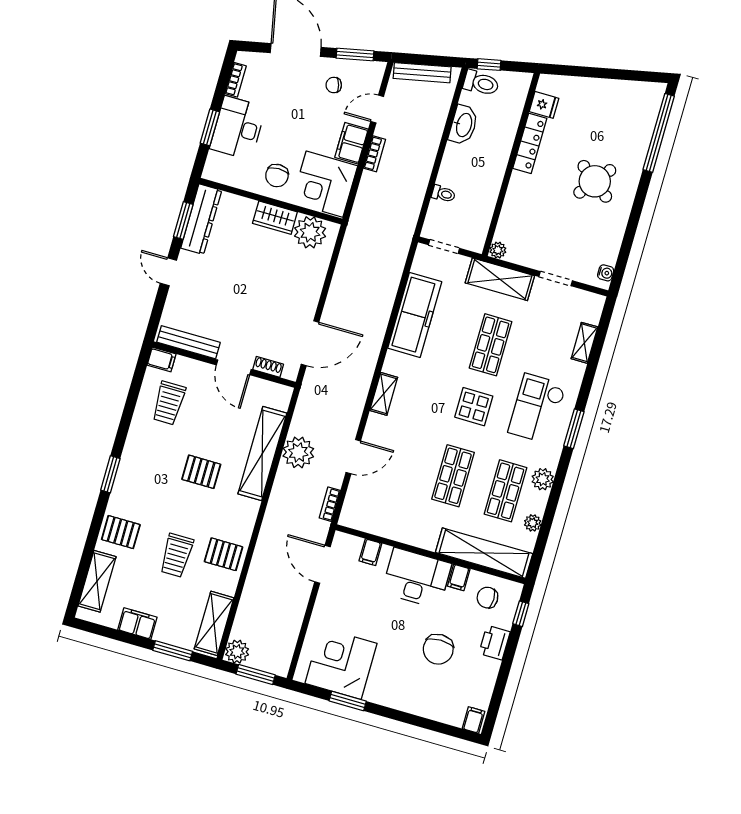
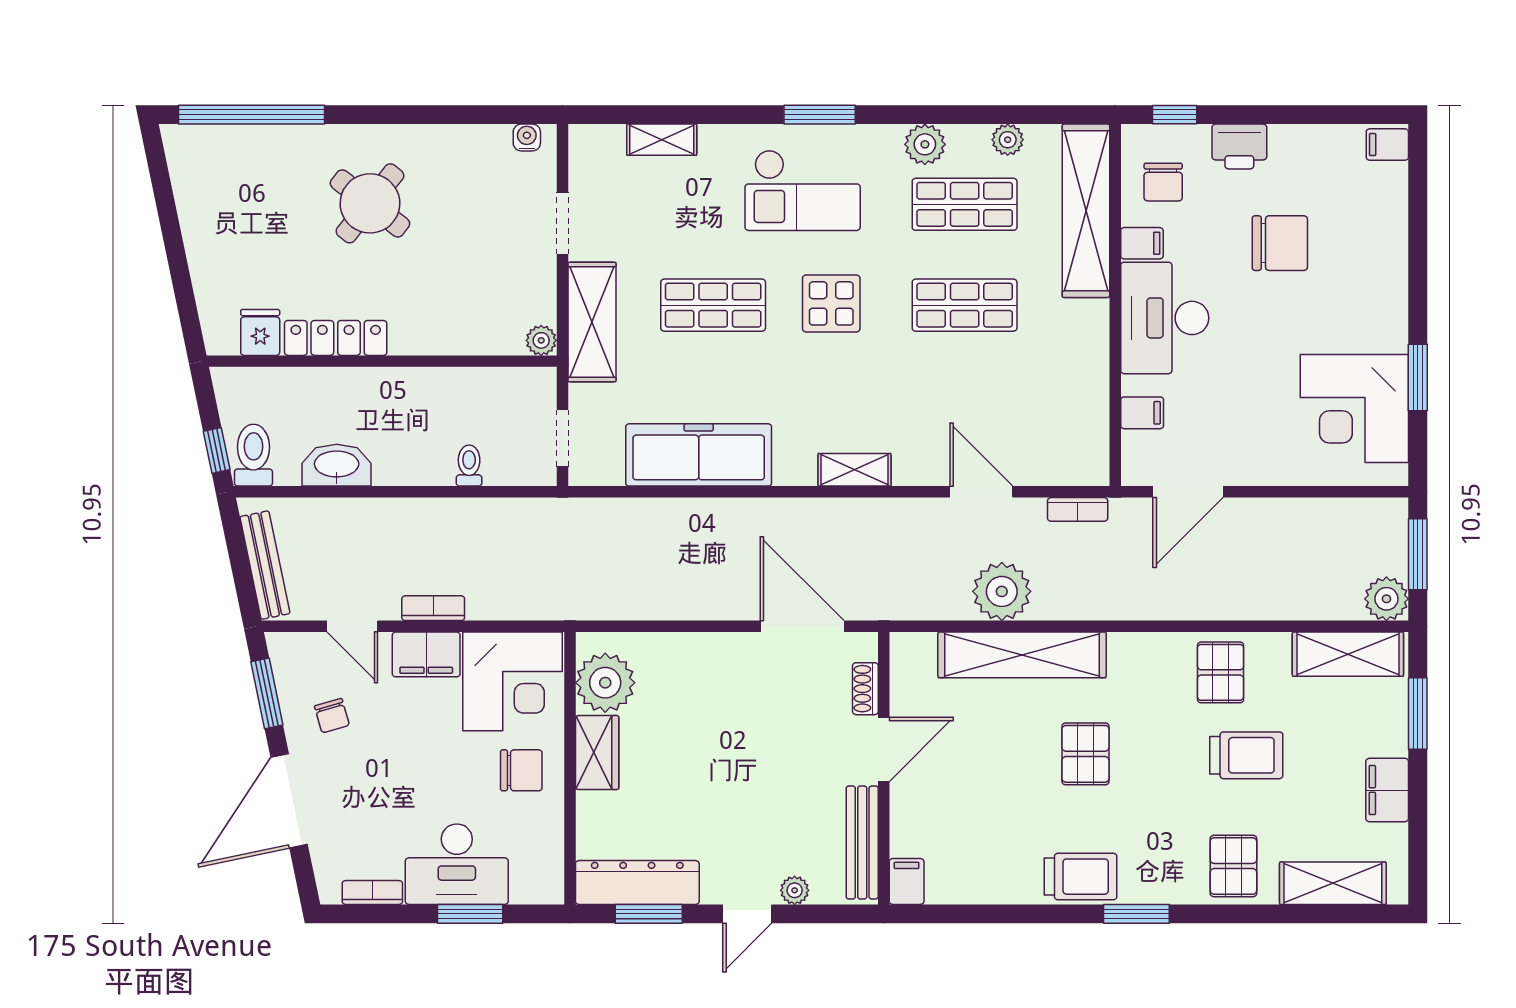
plant: (174, 300) -> (795, 890), added
trolley: (169, 403) -> (1081, 877), moved

